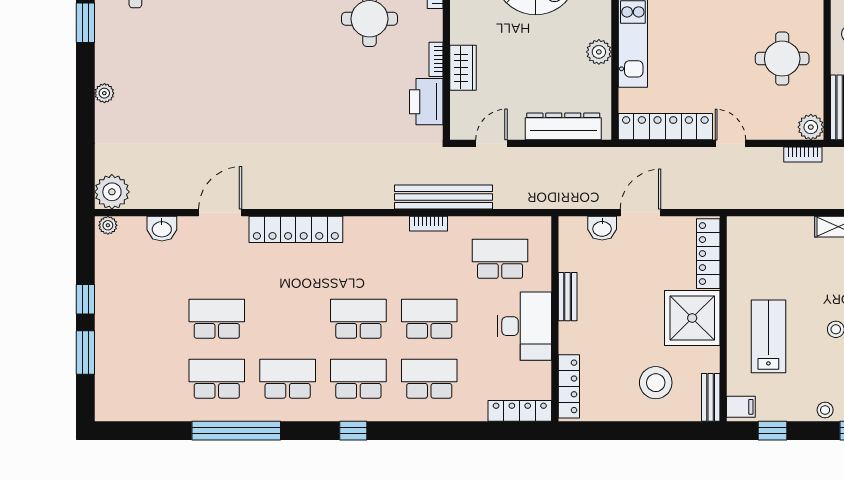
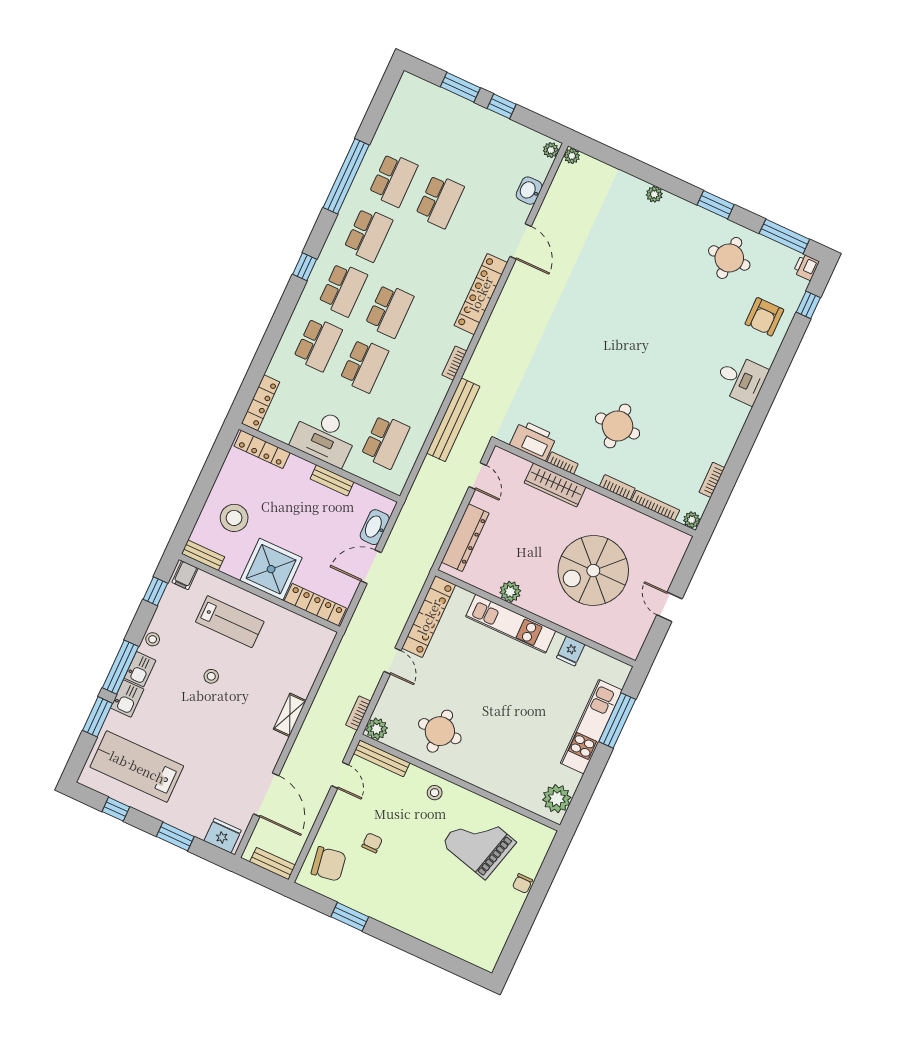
wardrobe: (463, 68) -> (555, 485), width x1.50
door: (730, 143) -> (393, 661), hinge flipped
plant: (112, 192) -> (572, 156), width x0.53, depth x0.53
door: (641, 213) -> (371, 567), swing flipped
bookcase: (428, 224) -> (454, 363), moved
washbasin: (602, 228) -> (375, 527), width x1.38

